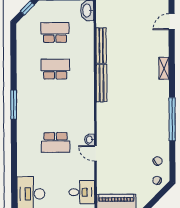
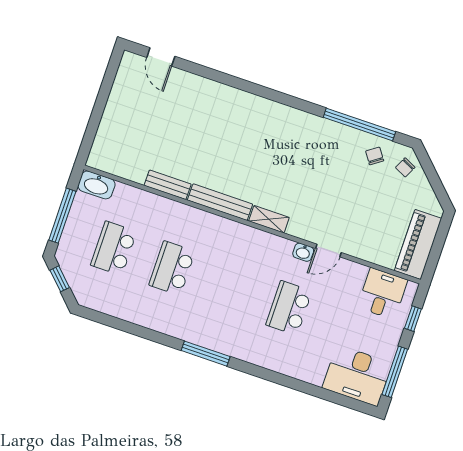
bench: (101, 46) -> (168, 185), width x0.73
shelving: (164, 68) -> (269, 219), moved
window: (172, 119) -> (359, 124), moved
school desk: (56, 142) -> (289, 308), turned 180

